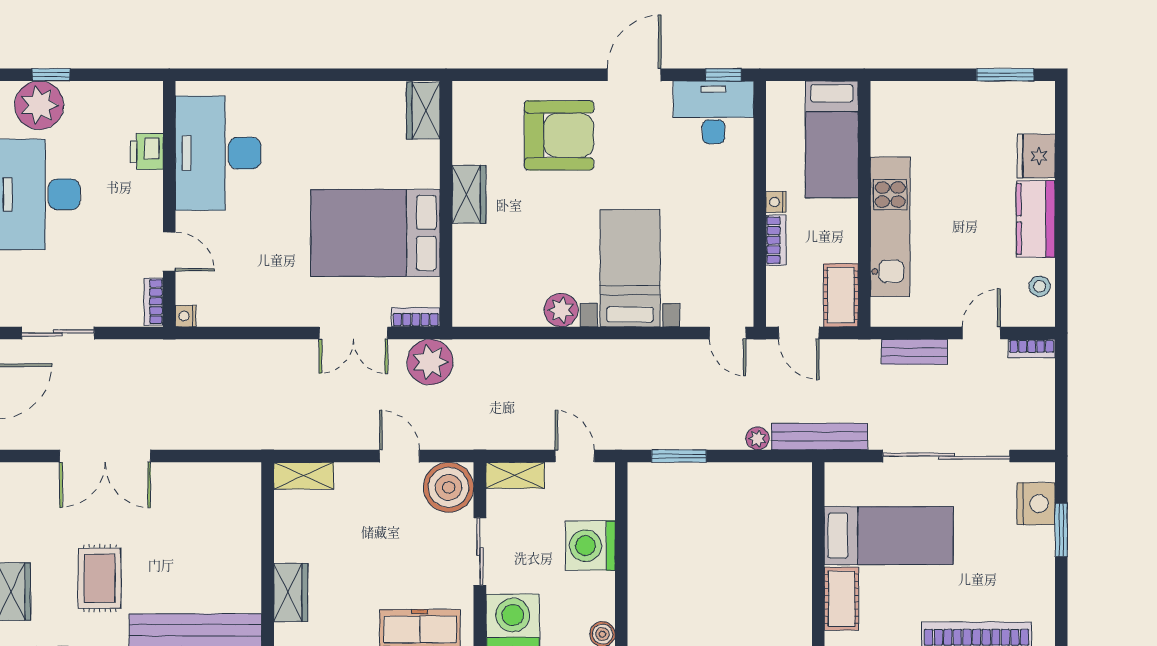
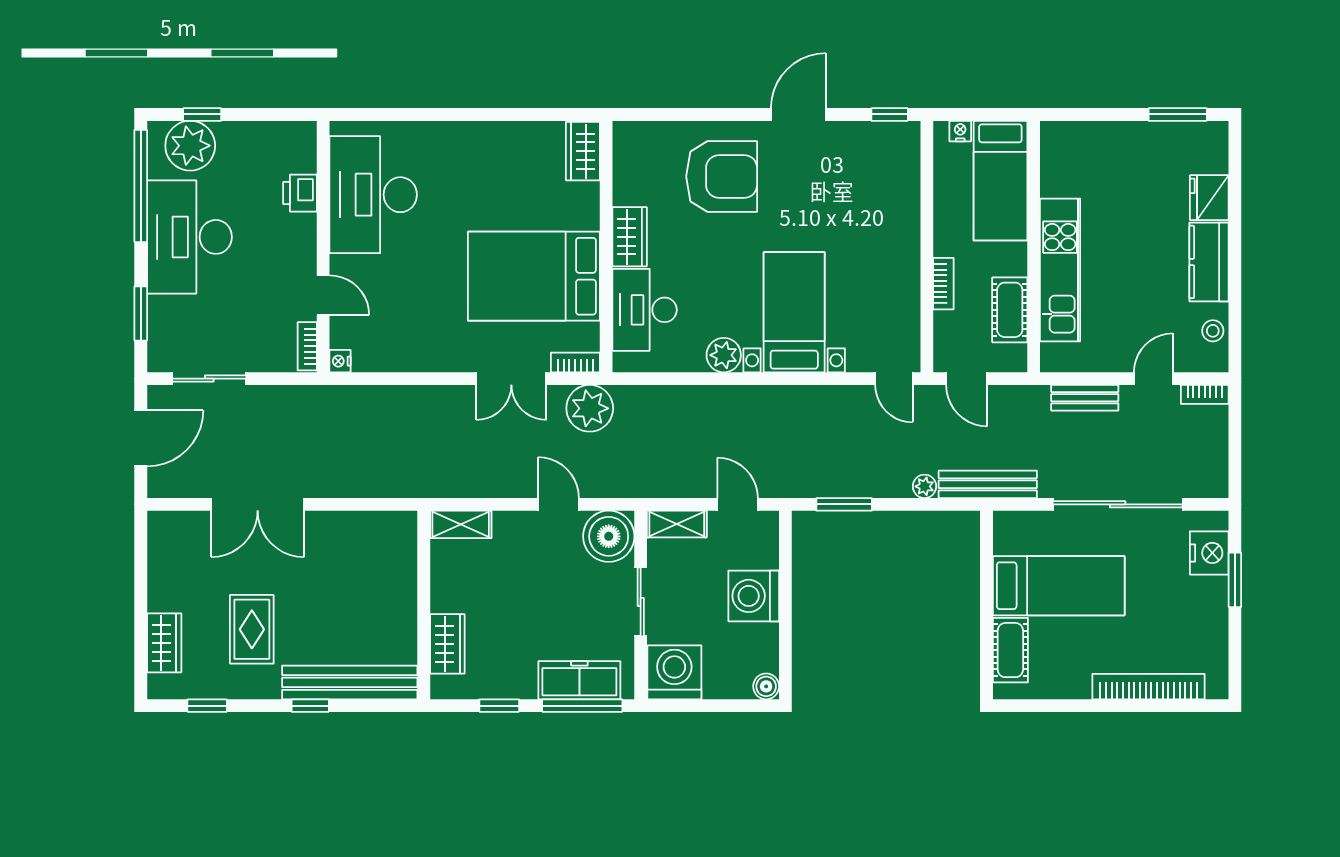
desk: (714, 112) -> (645, 310), moved, turned -90
nightstand: (776, 202) -> (960, 131), moved, turned 90
cot: (841, 295) -> (1010, 310), moved

